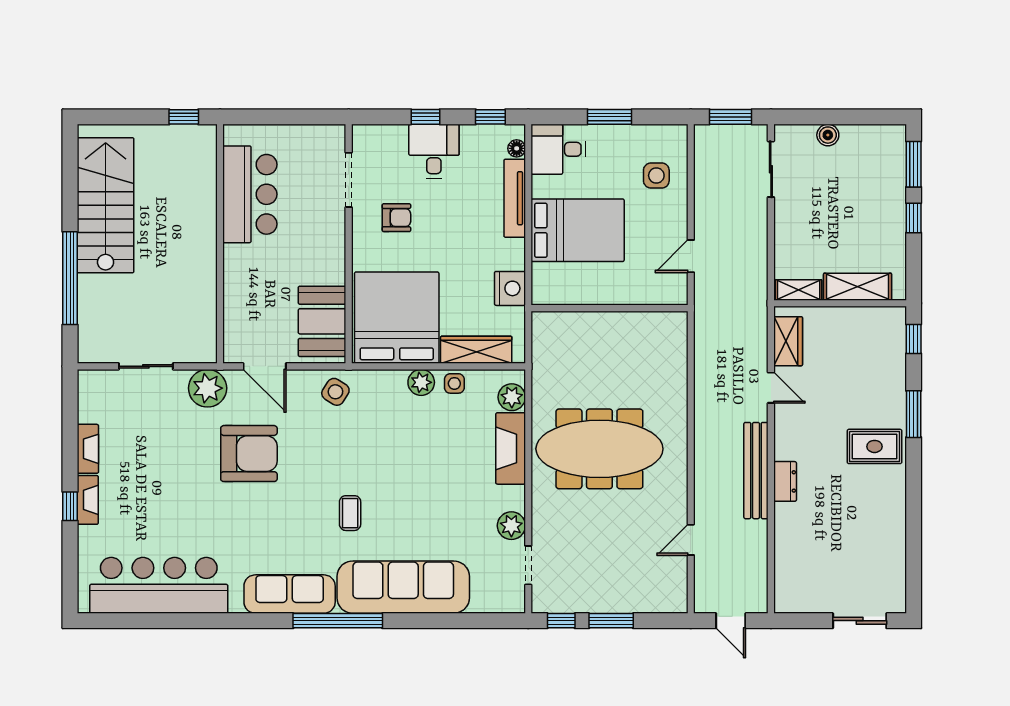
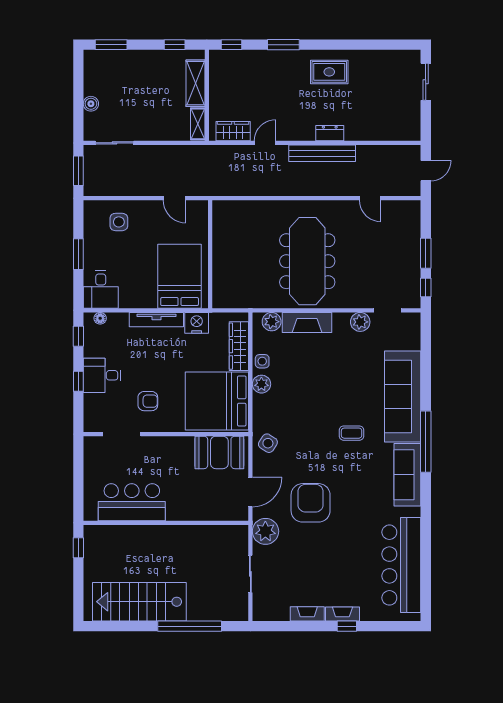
tv unit: (515, 198) -> (156, 320), moved
armchair: (396, 218) -> (148, 401), turned 90
window: (914, 218) -> (175, 45), moved
bed: (578, 230) -> (180, 276), moved
rug: (875, 446) -> (329, 72), moved, turned 90

